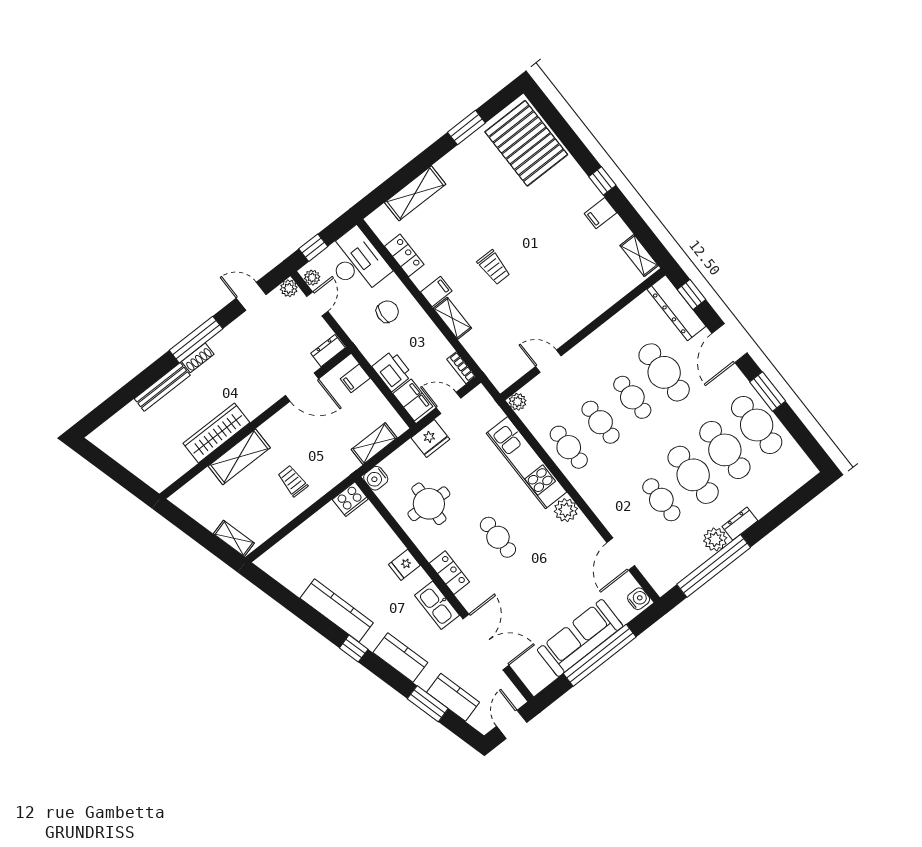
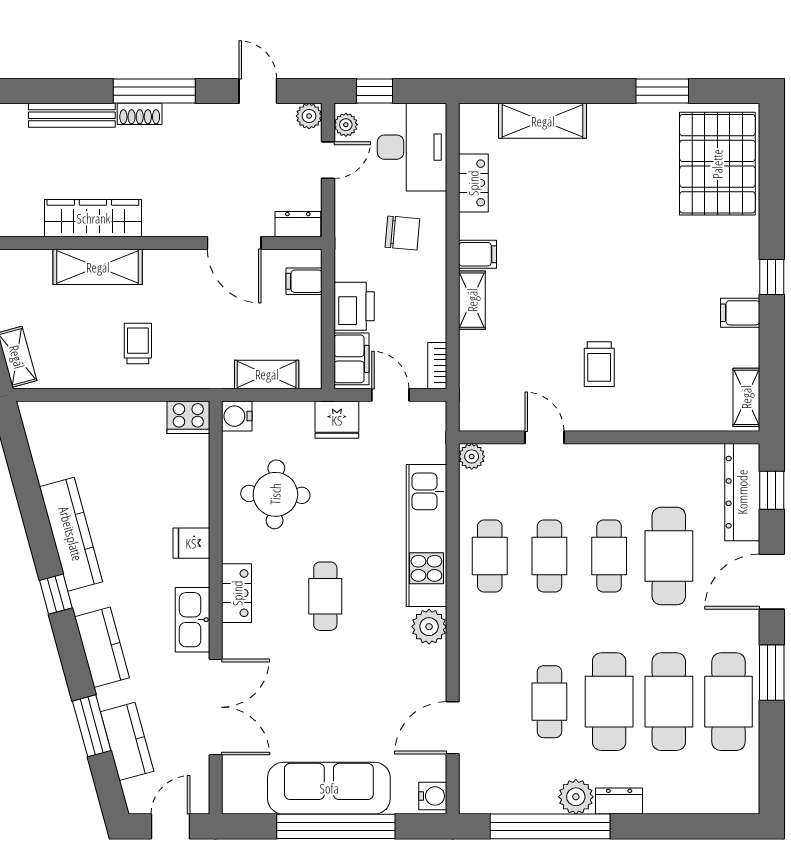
trolley: (494, 267) -> (599, 364), moved

